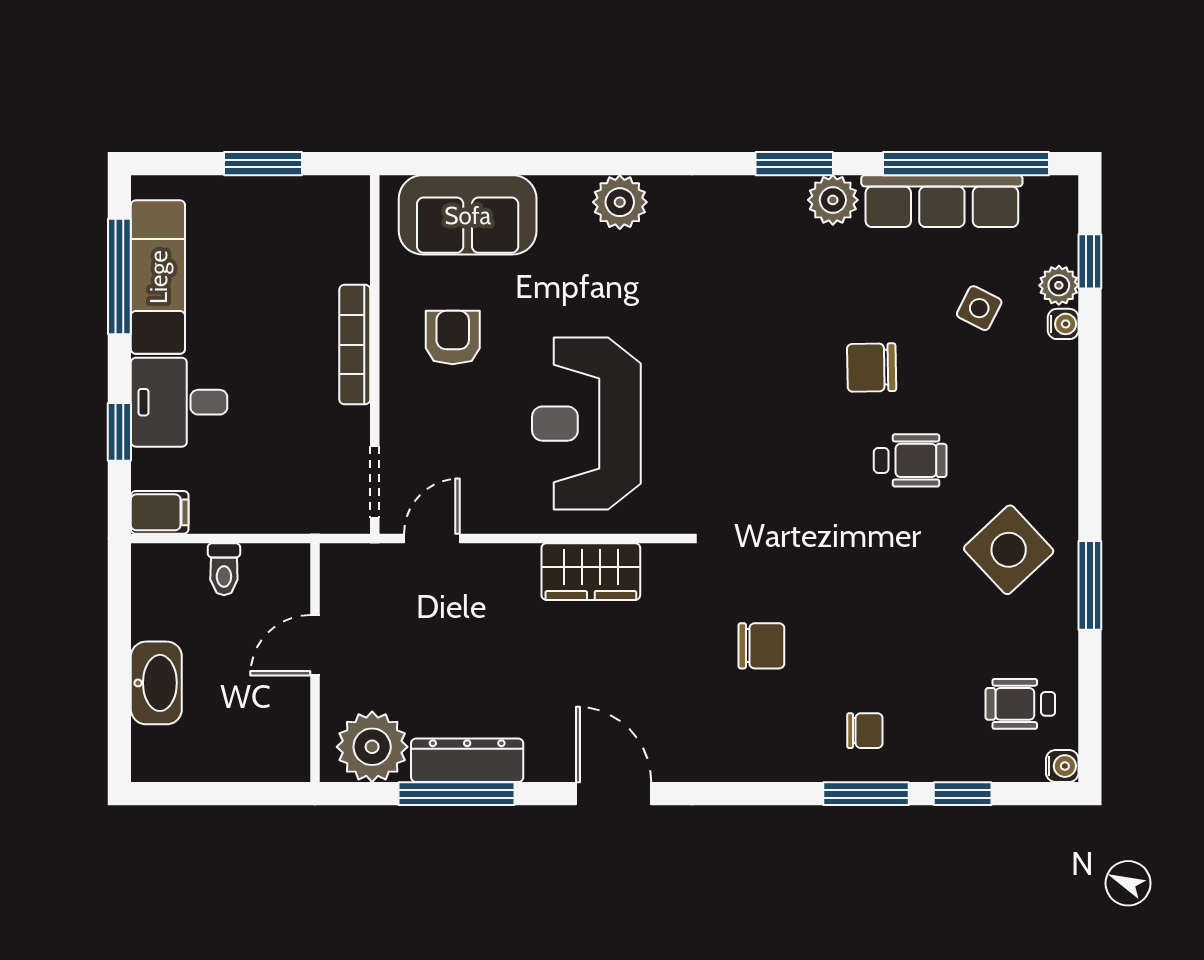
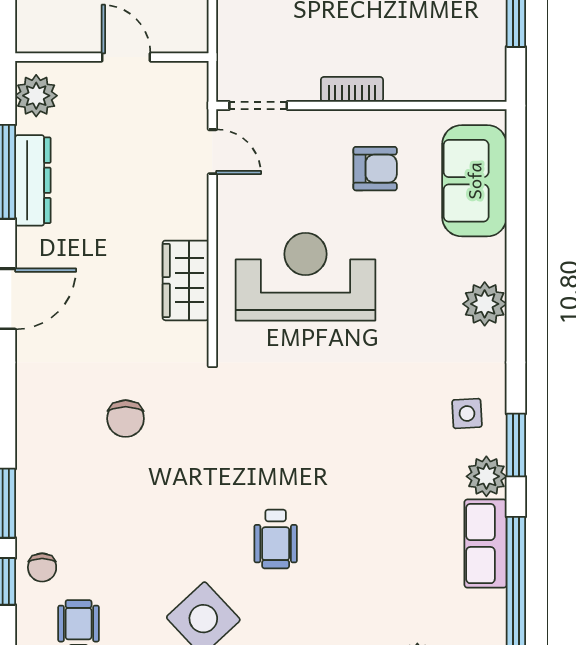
row of seats: (942, 201) -> (486, 544), width x0.68
side table: (979, 308) -> (467, 413), moved, turned -30
bookcase: (355, 345) -> (352, 89), width x0.64
chair: (872, 367) -> (351, 508), removed
chair: (865, 731) -> (42, 567), moved
plant: (372, 747) -> (36, 96), width x0.73, depth x0.73

